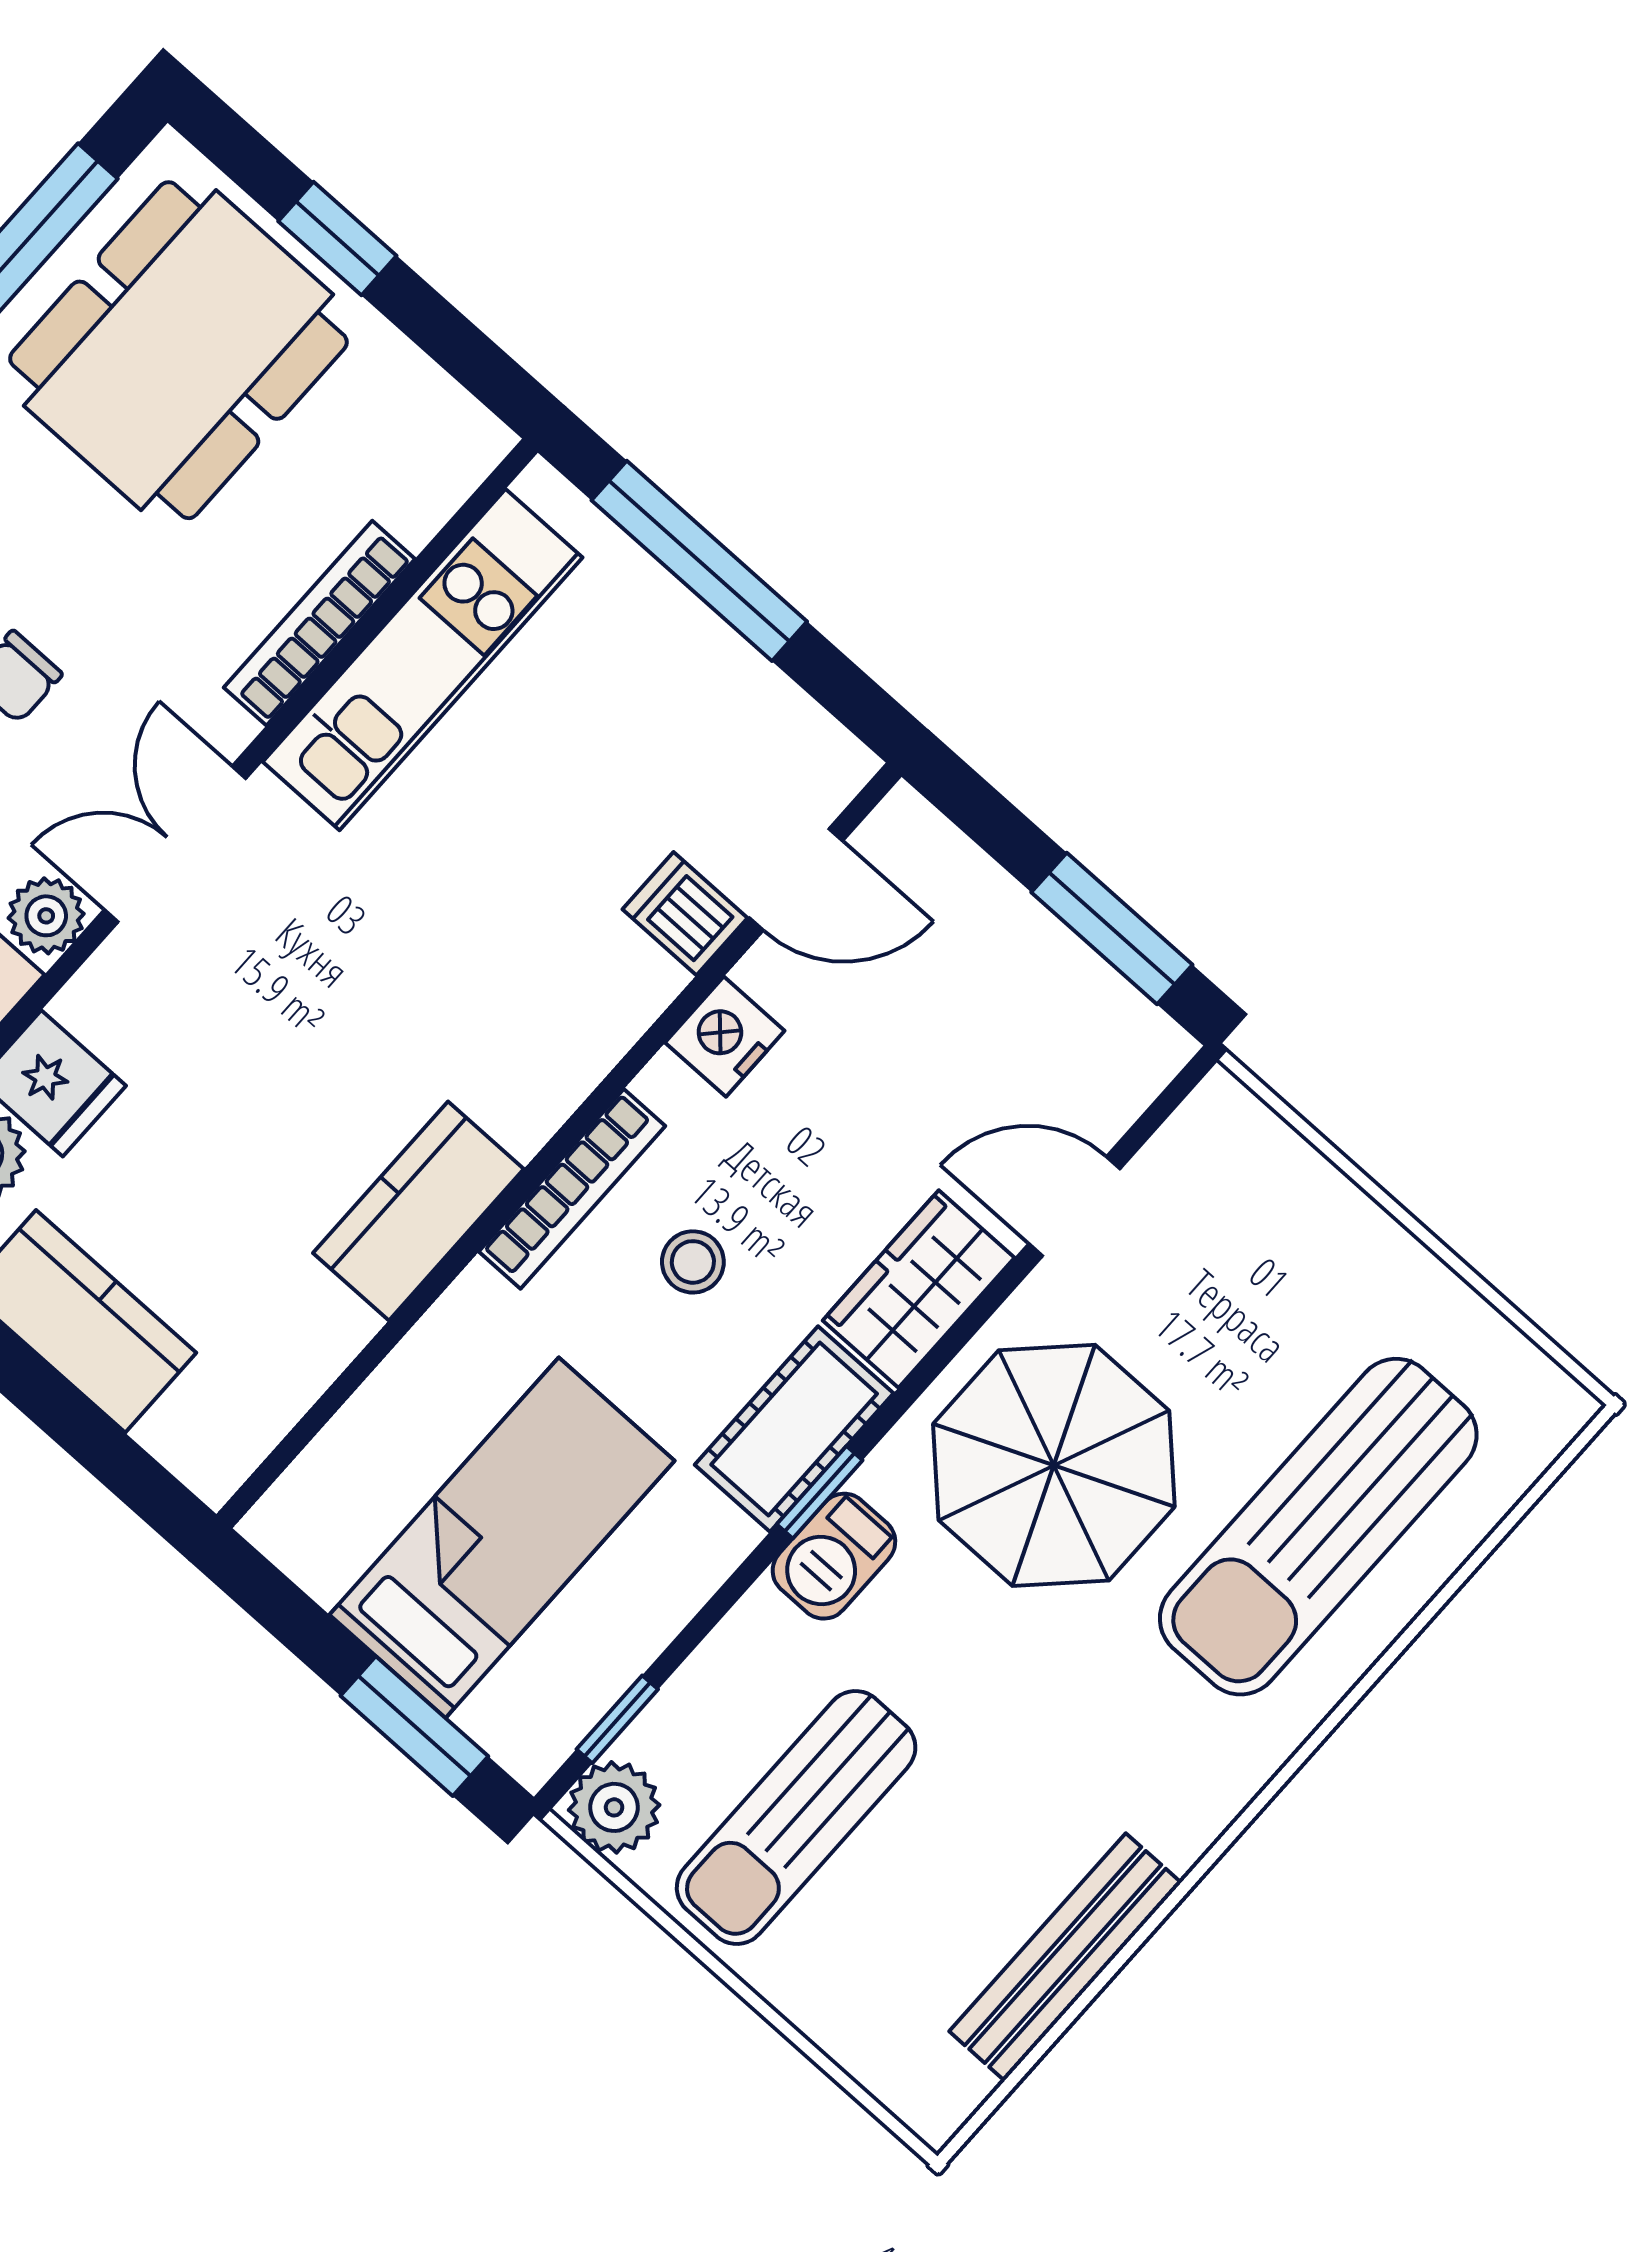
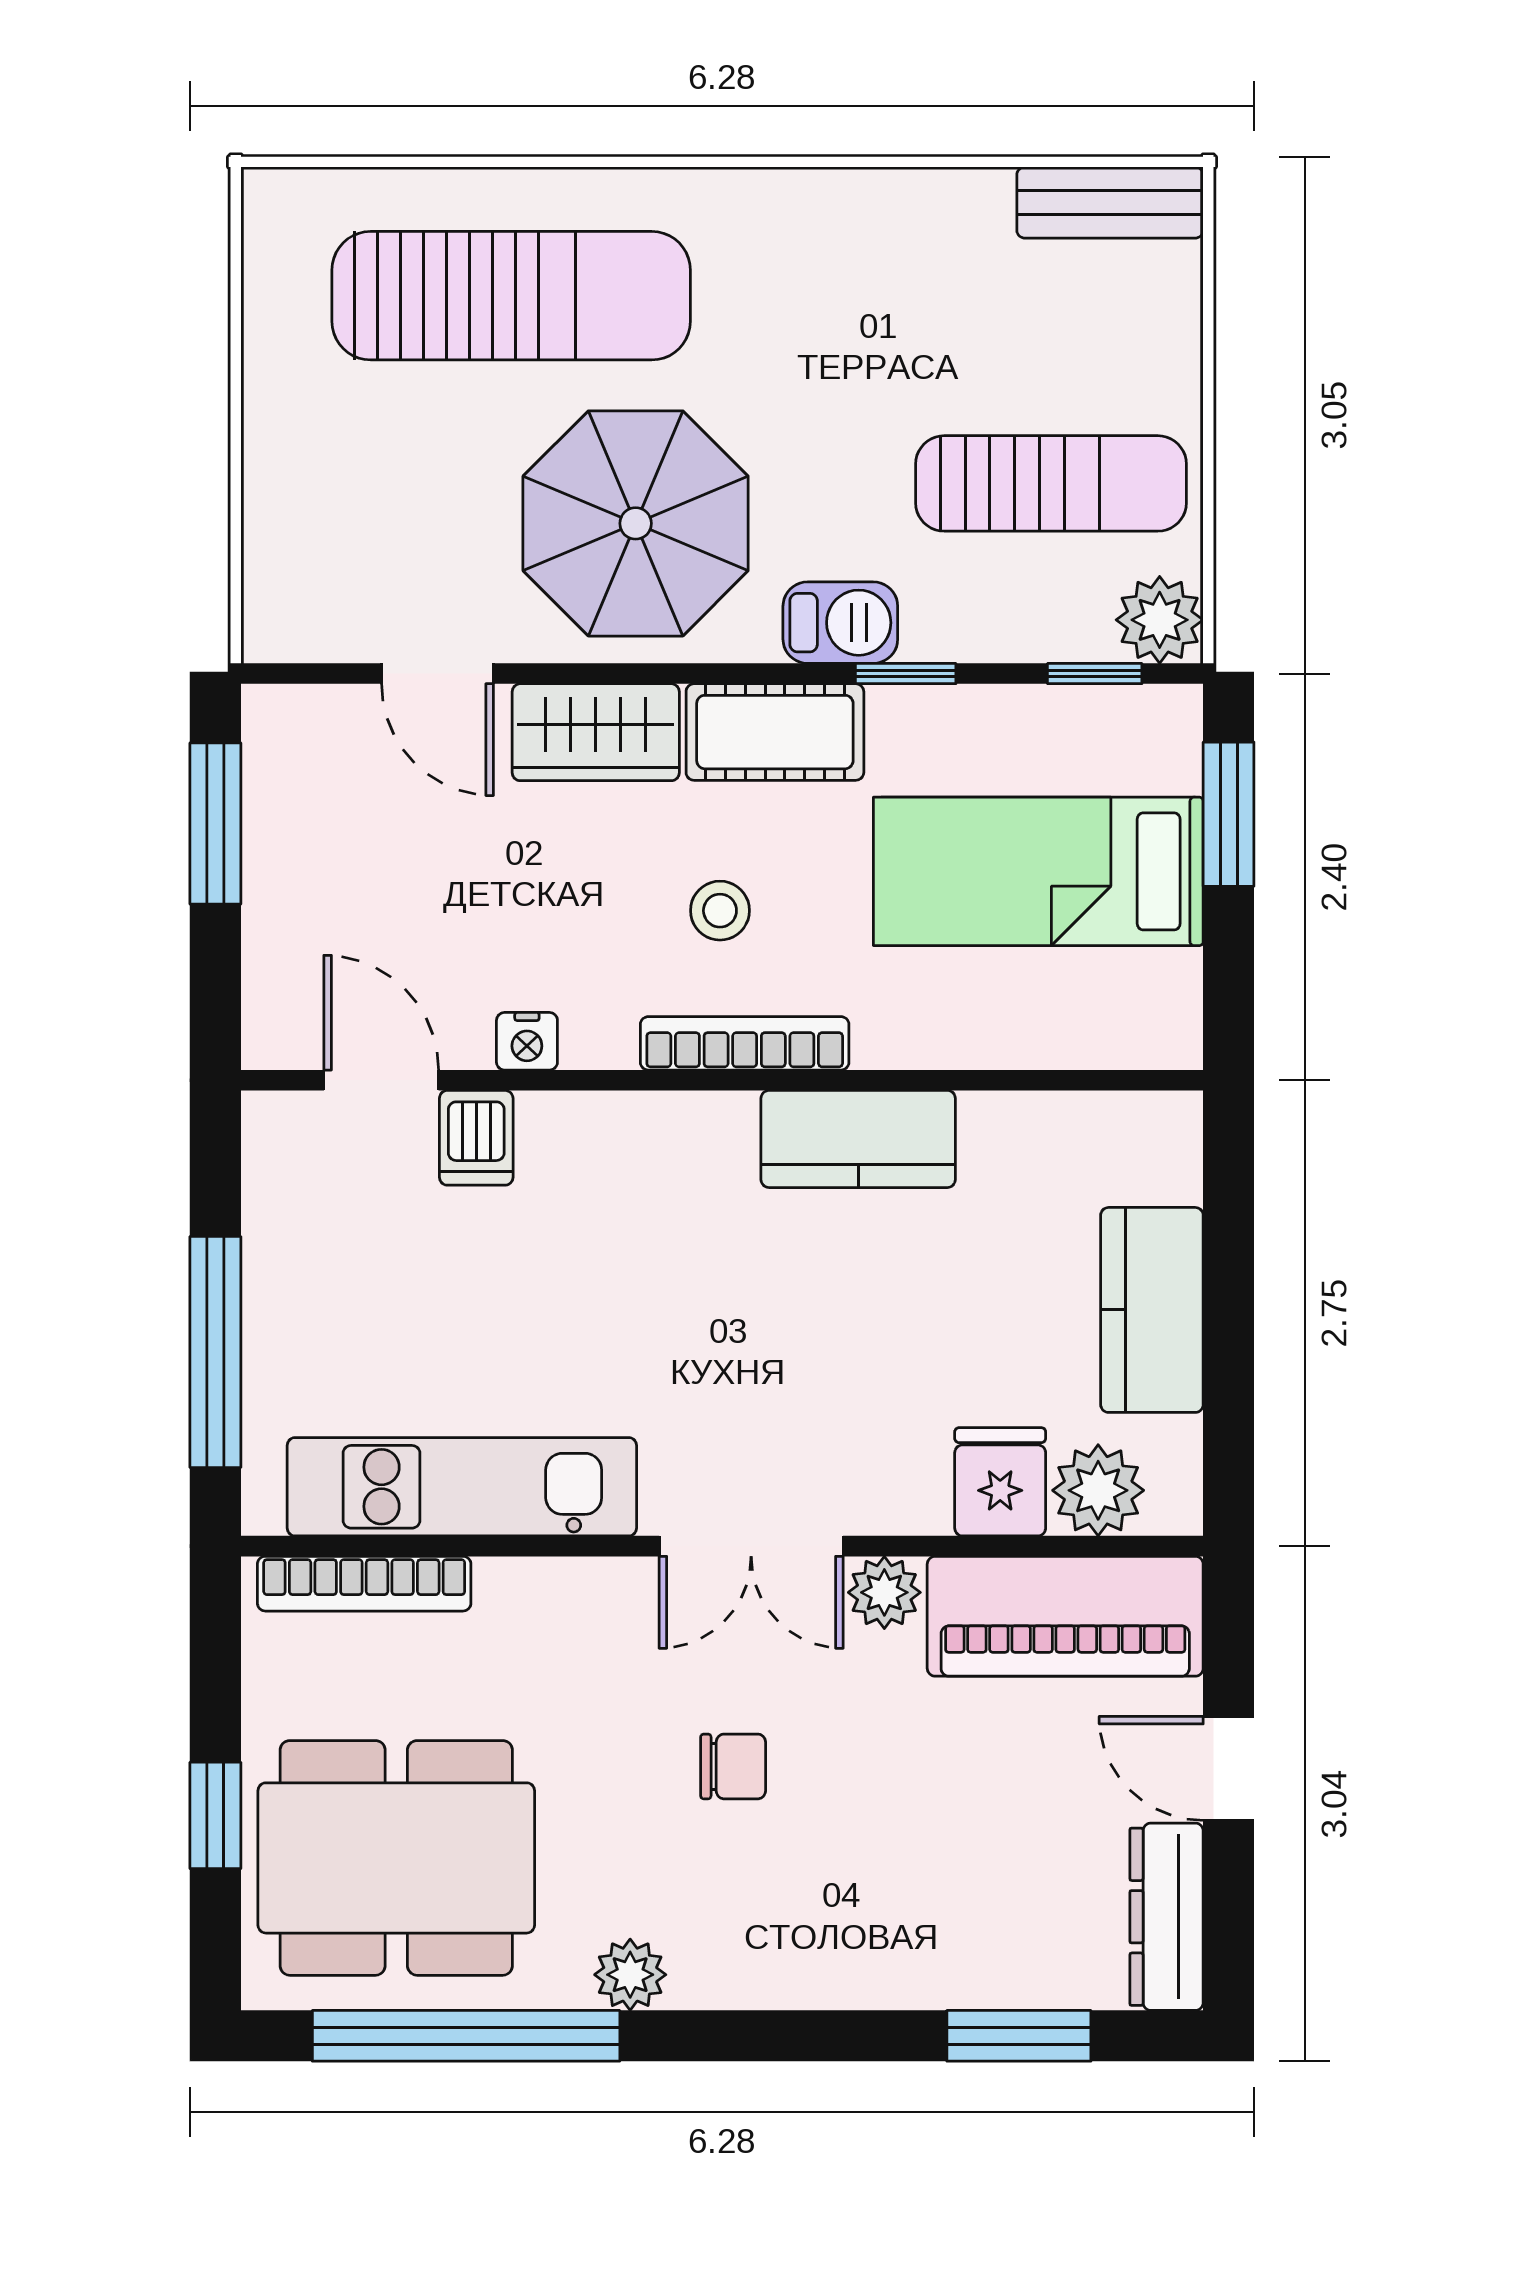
bookcase: (319, 623) -> (364, 1584), moved
nightstand: (725, 1037) -> (527, 1041), width x0.72, depth x0.74
window: (820, 1492) -> (906, 674), moved
bench: (1065, 1957) -> (1110, 203), moved, width x0.73

